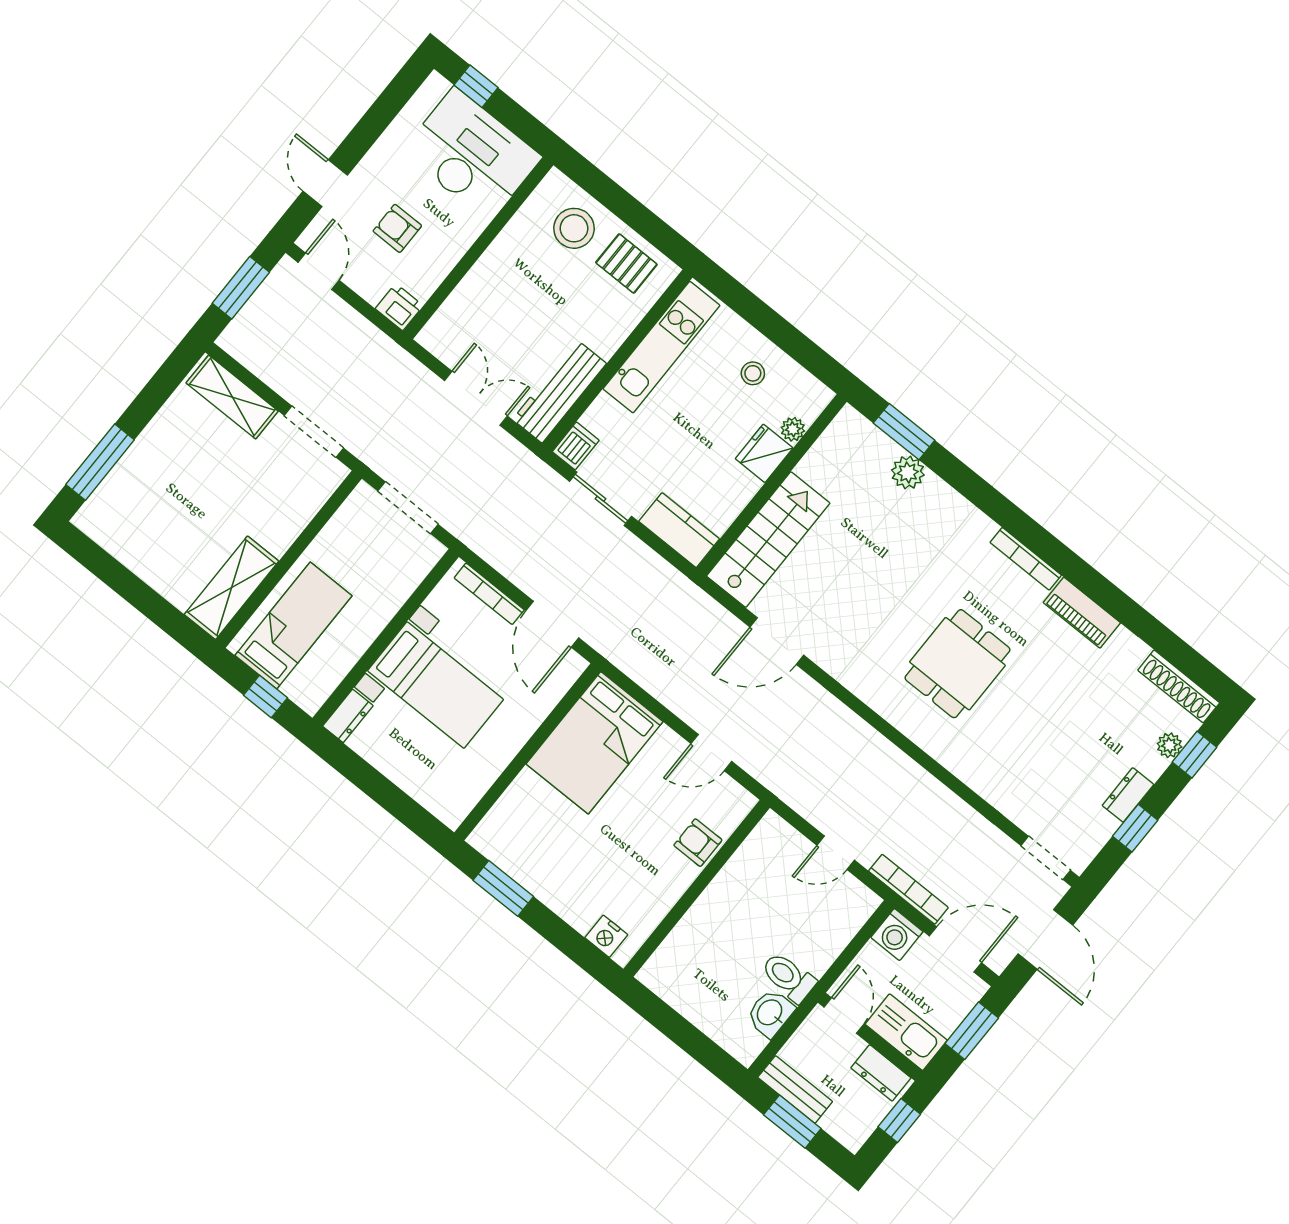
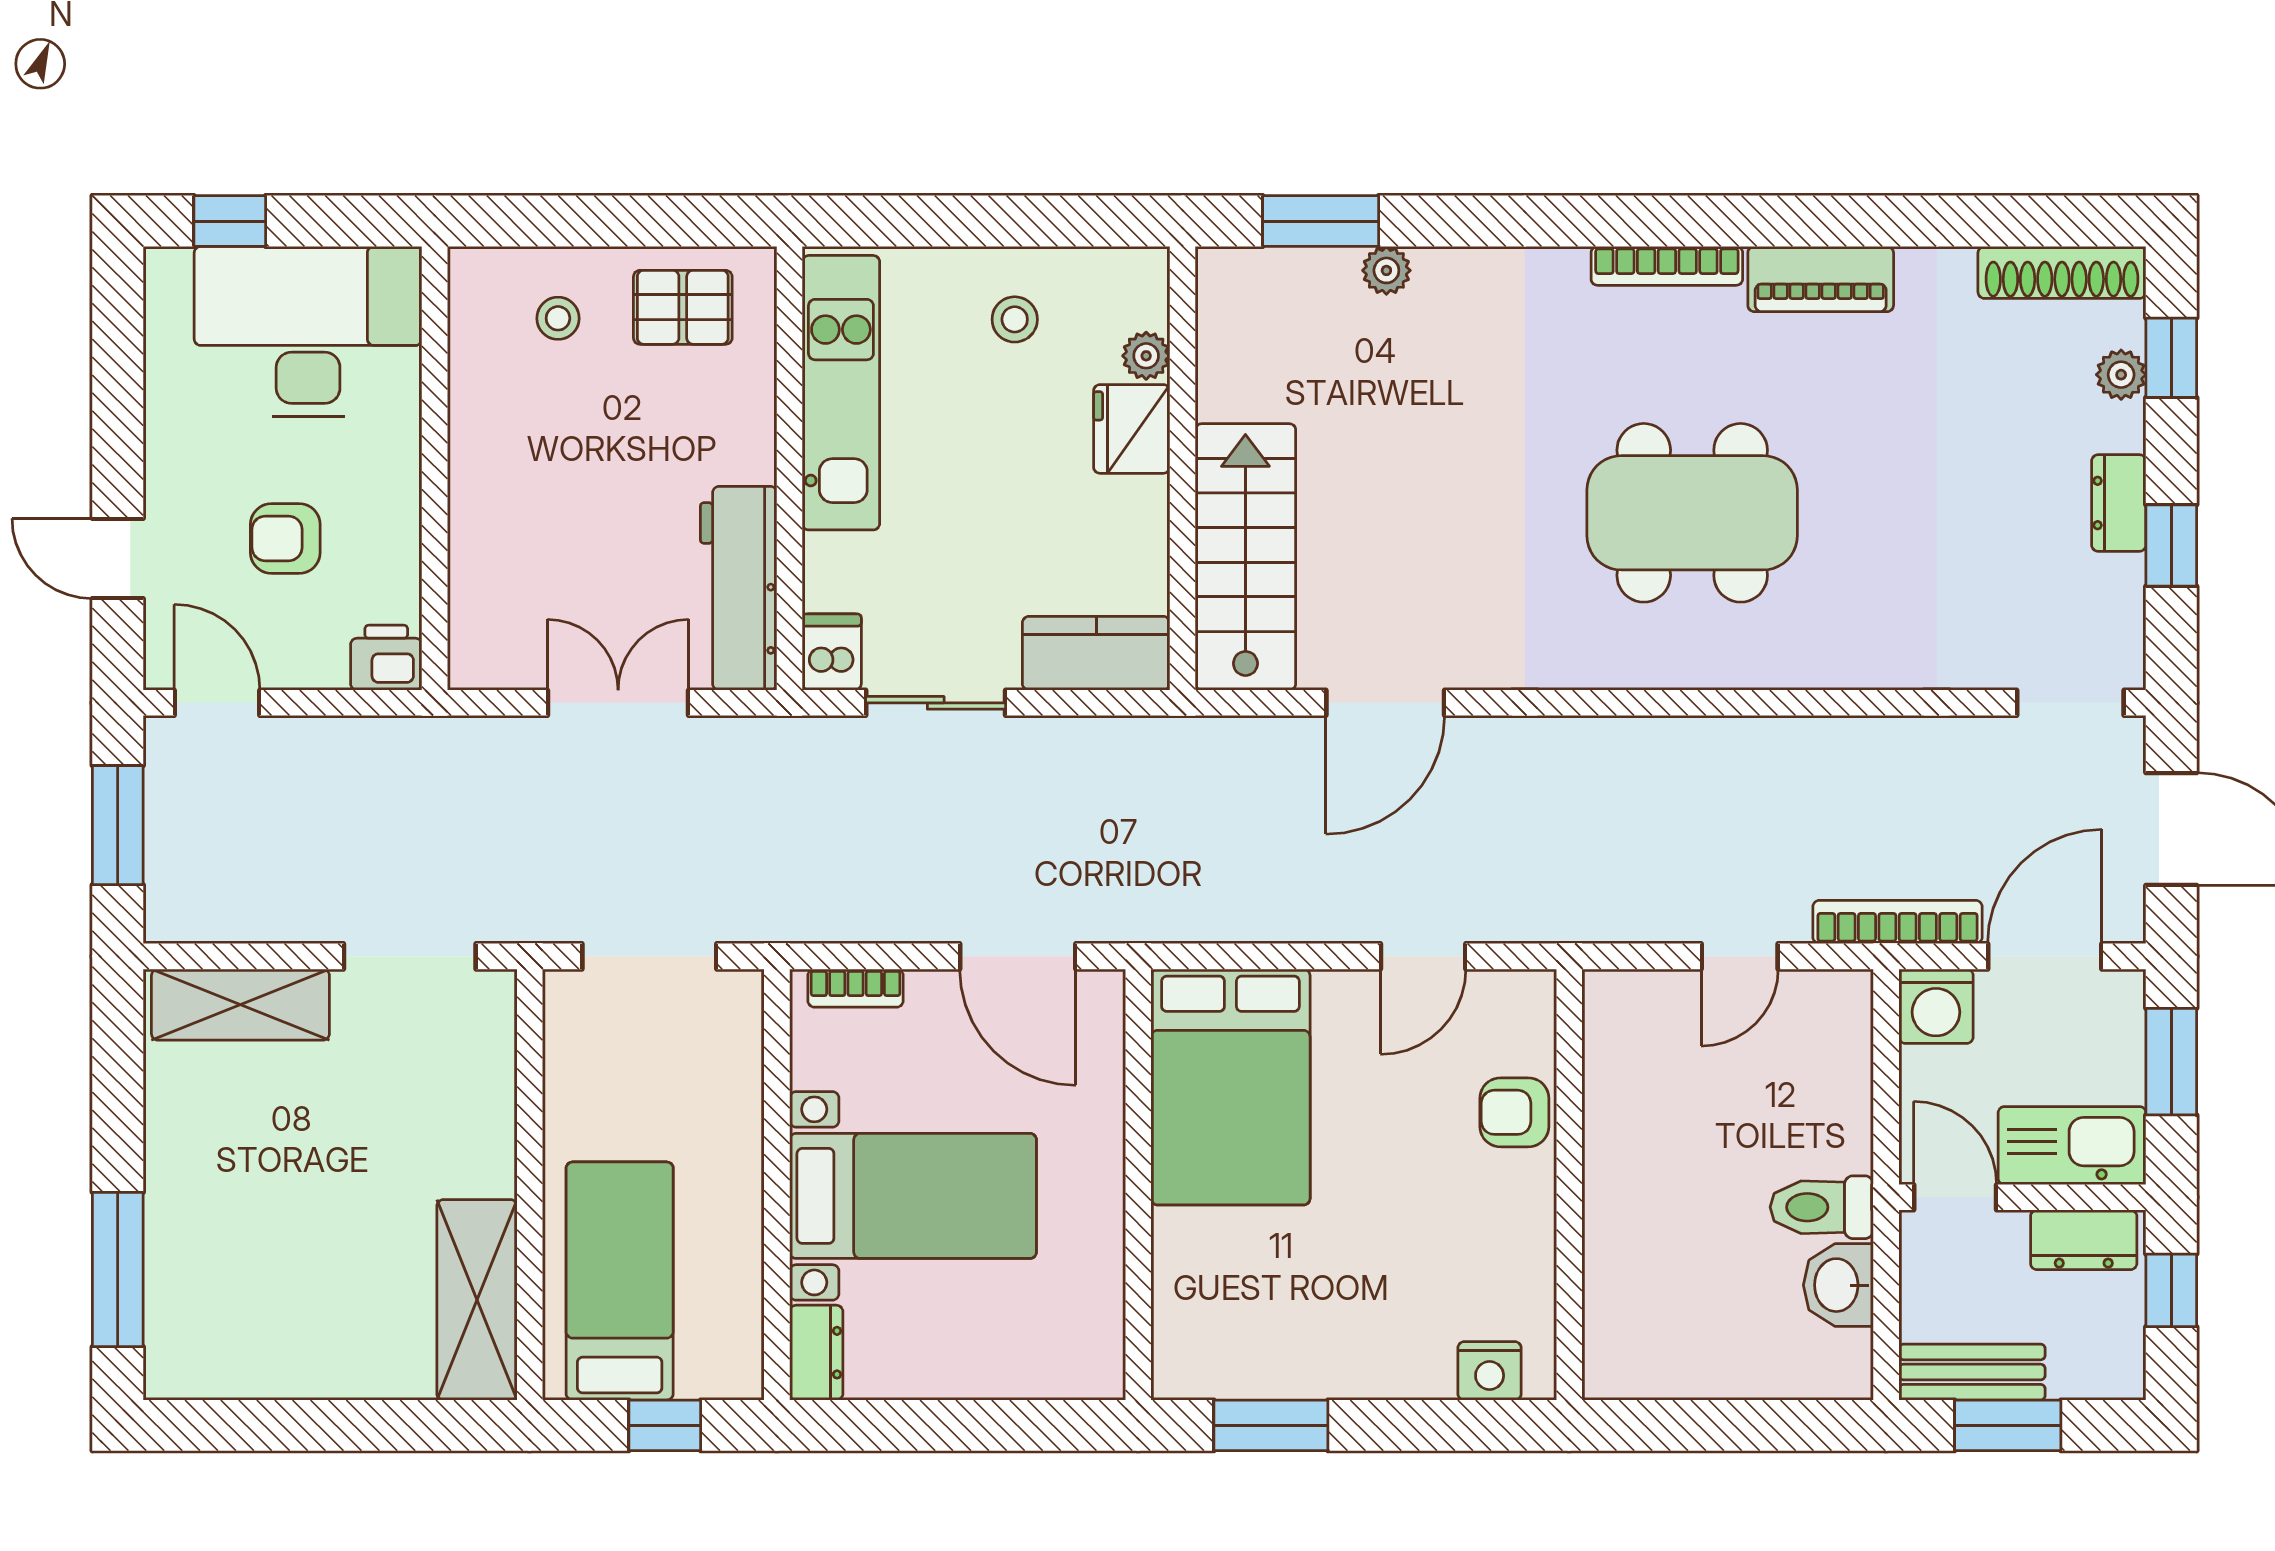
stool: (574, 228) -> (558, 318), width x0.53, depth x0.53
plant: (908, 472) -> (1386, 270), width x0.73, depth x0.73
bookcase: (489, 594) -> (856, 988), width x0.64
dining table: (957, 664) -> (1692, 513), width x1.38

